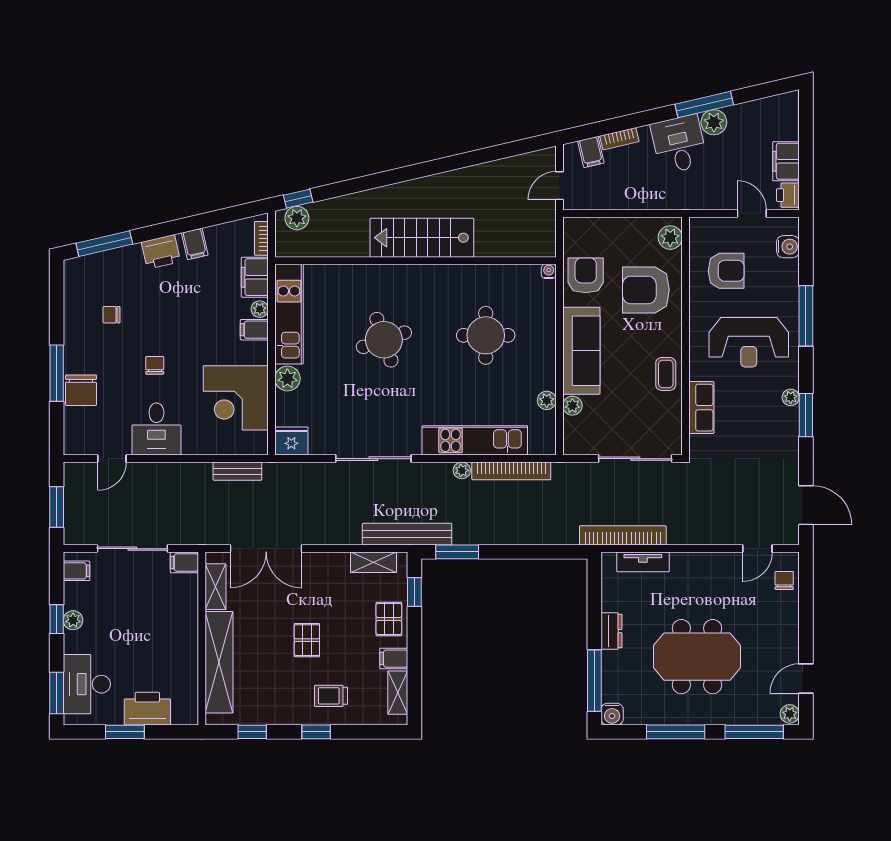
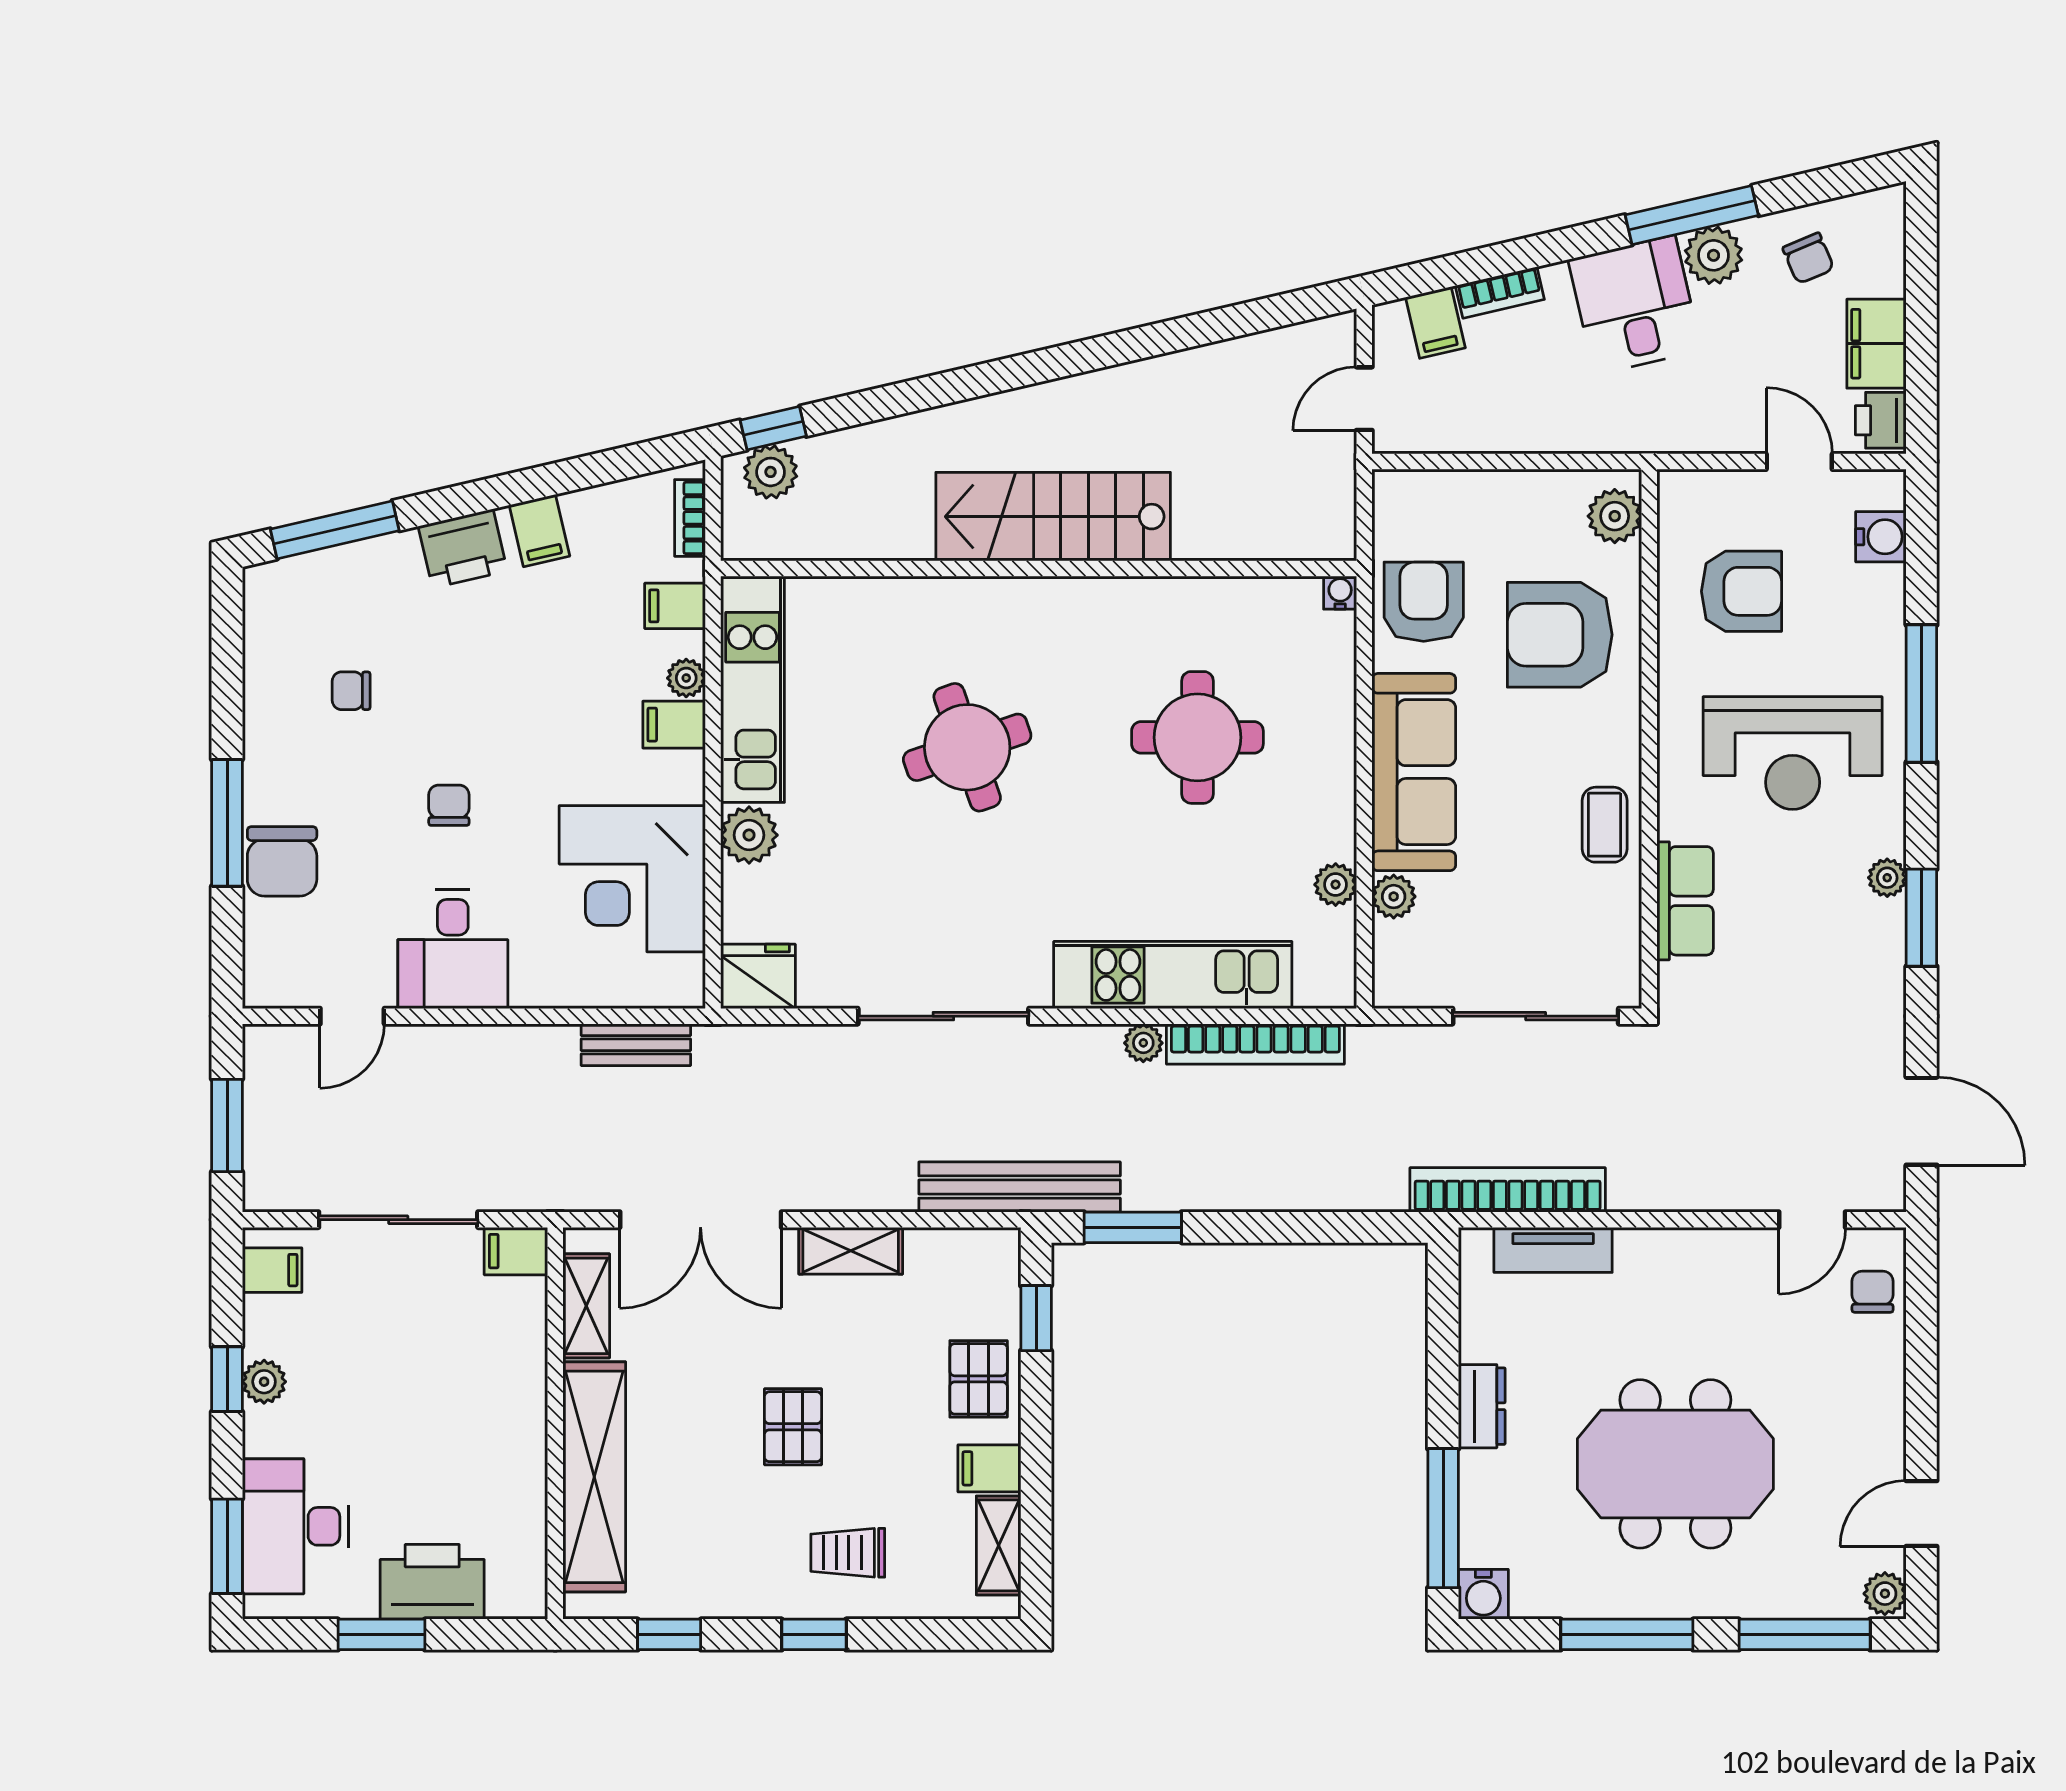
chair: (756, 124) -> (1808, 258), added
filing cabinet: (255, 277) -> (675, 606), width x0.50
shelving: (373, 562) -> (851, 1251), moved

